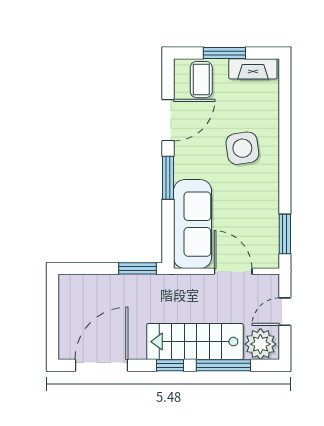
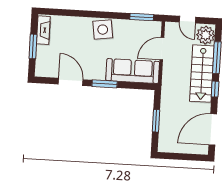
coffee table: (201, 80) -> (48, 61), removed
side table: (242, 148) -> (103, 30), moved
window: (137, 268) -> (156, 121), moved
door: (101, 365) -> (213, 129), hinge flipped

